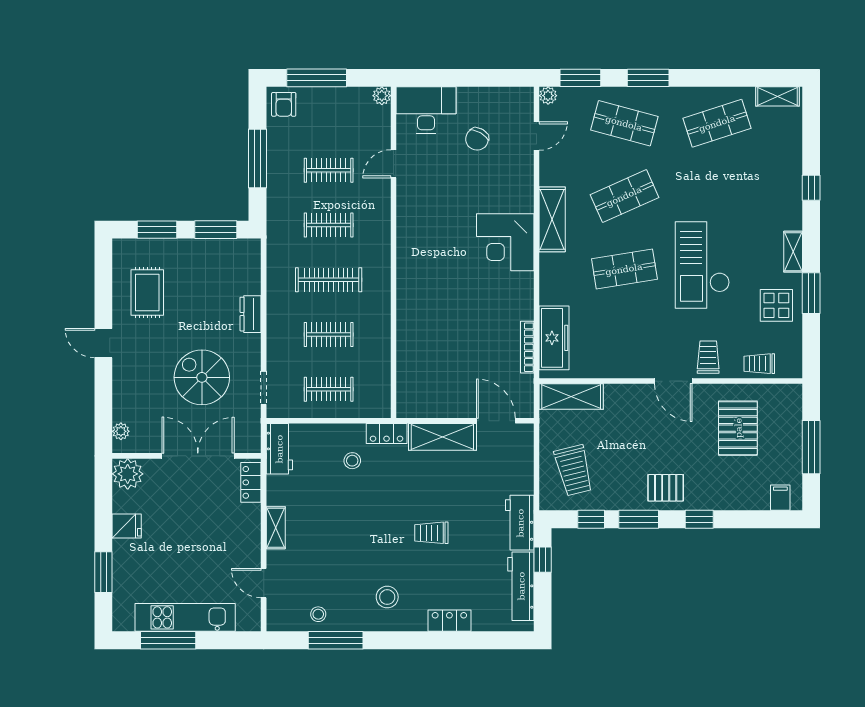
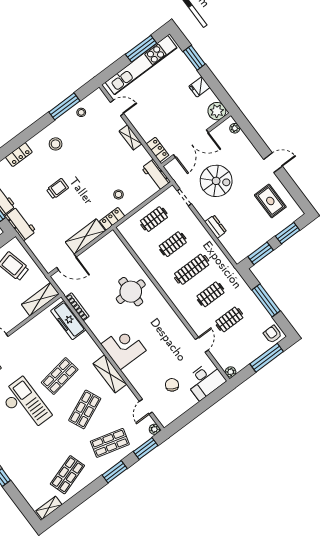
round table: (437, 312) -> (131, 292), added
kitchen unit: (185, 617) -> (141, 65), width x1.36

